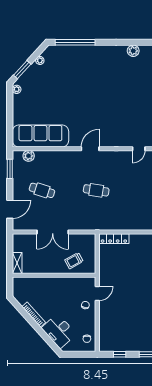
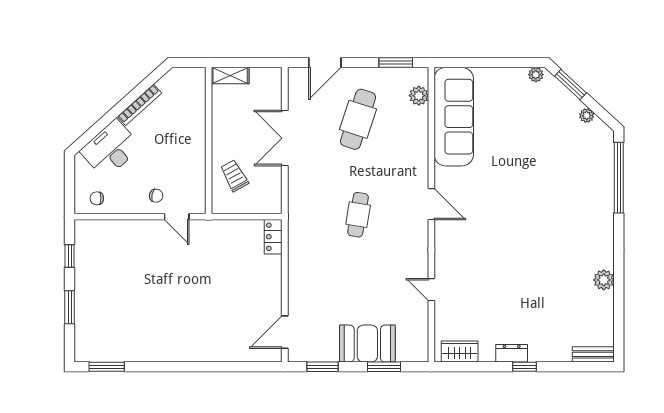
cafe table: (42, 190) -> (358, 119), width x1.37, depth x1.35
door: (10, 209) -> (325, 63), hinge flipped
locker: (114, 239) -> (273, 237), width x0.66

